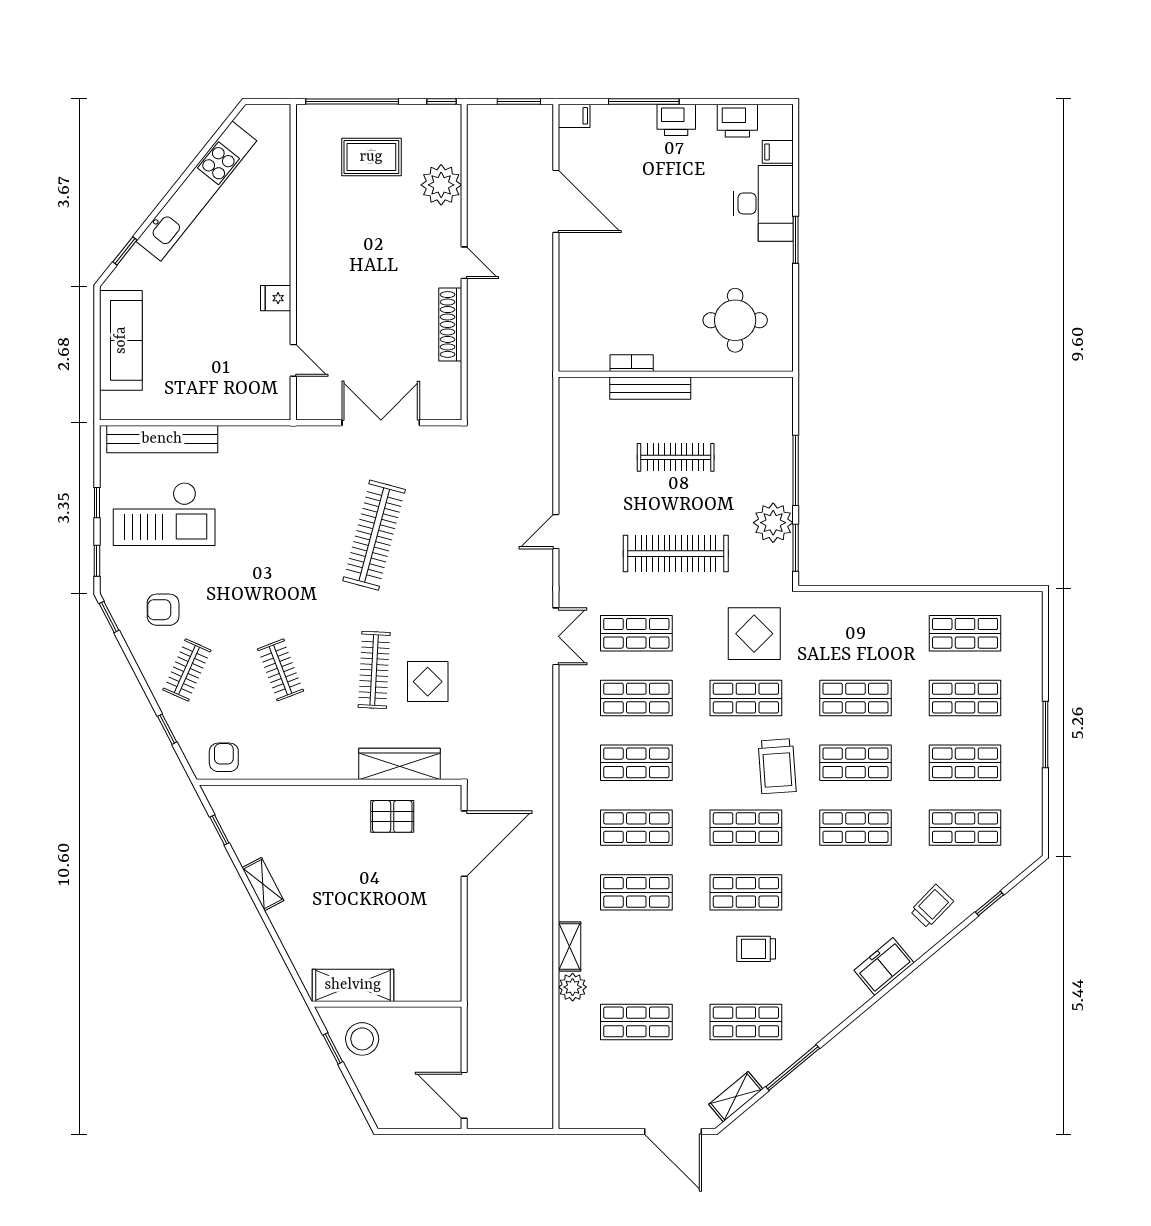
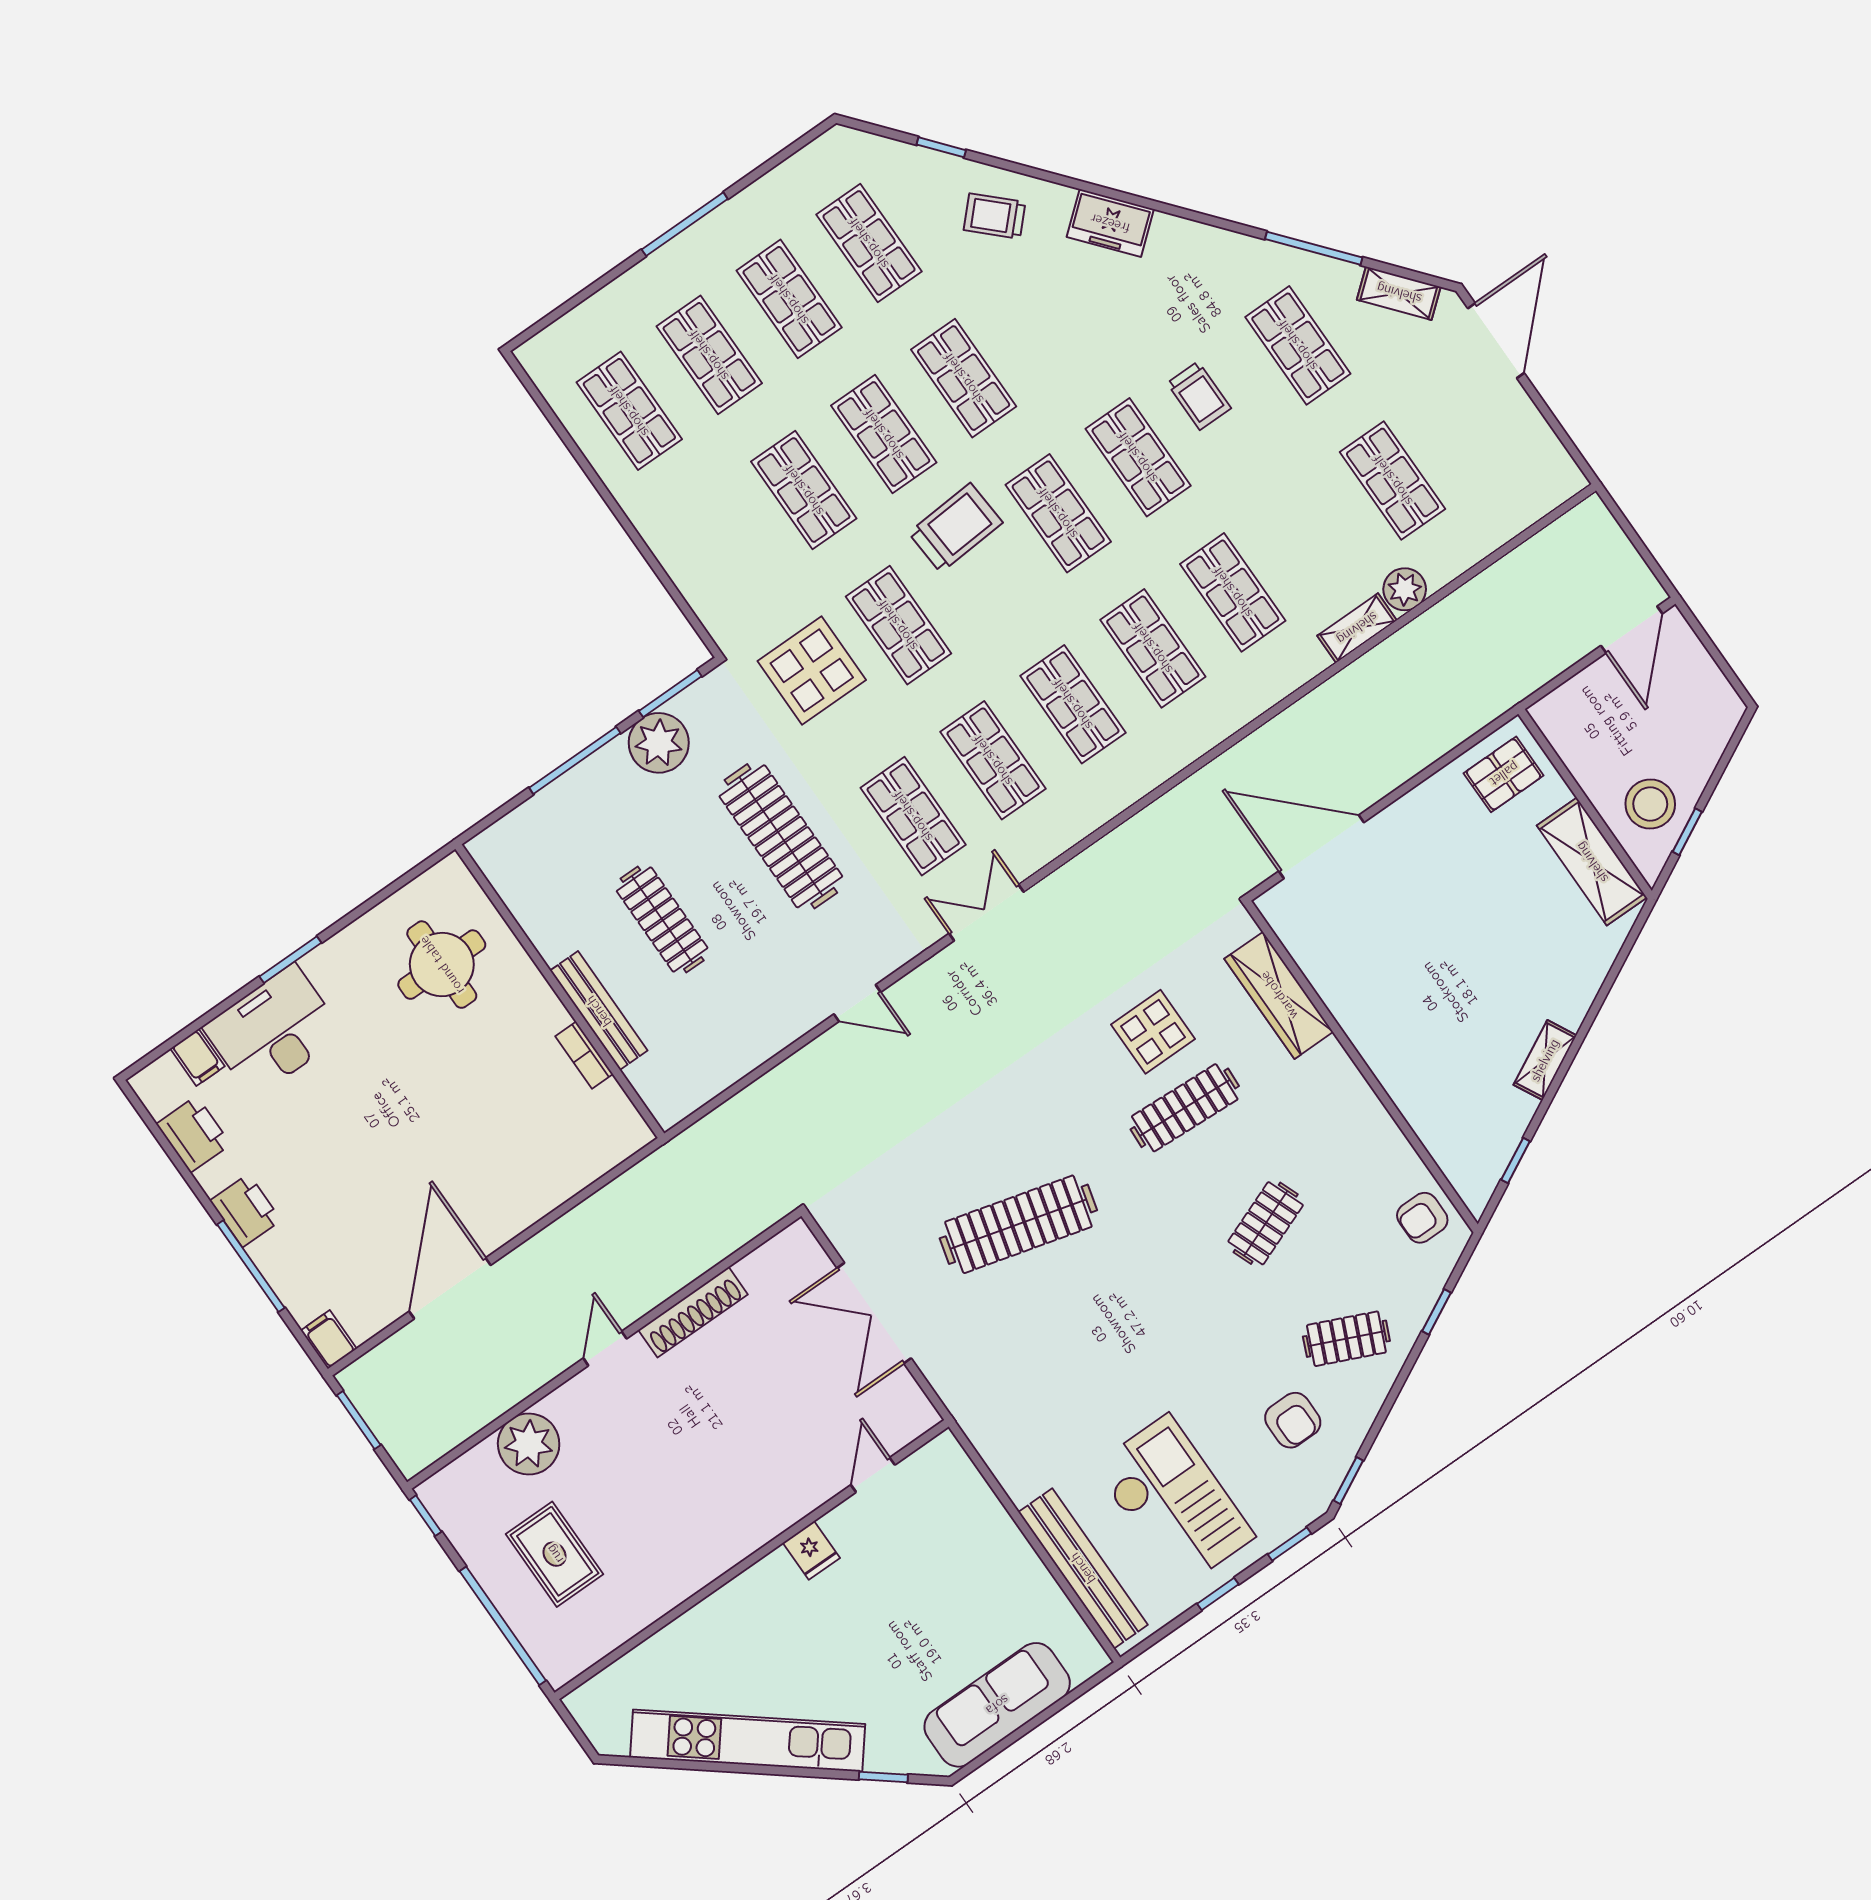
pallet: (392, 816) -> (1504, 774), moved, turned 90

